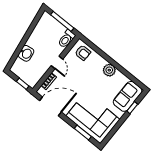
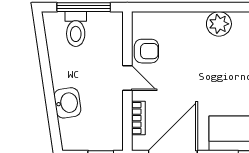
toilet: (66, 39) -> (76, 29), moved
armchair: (83, 53) -> (146, 51), moved

